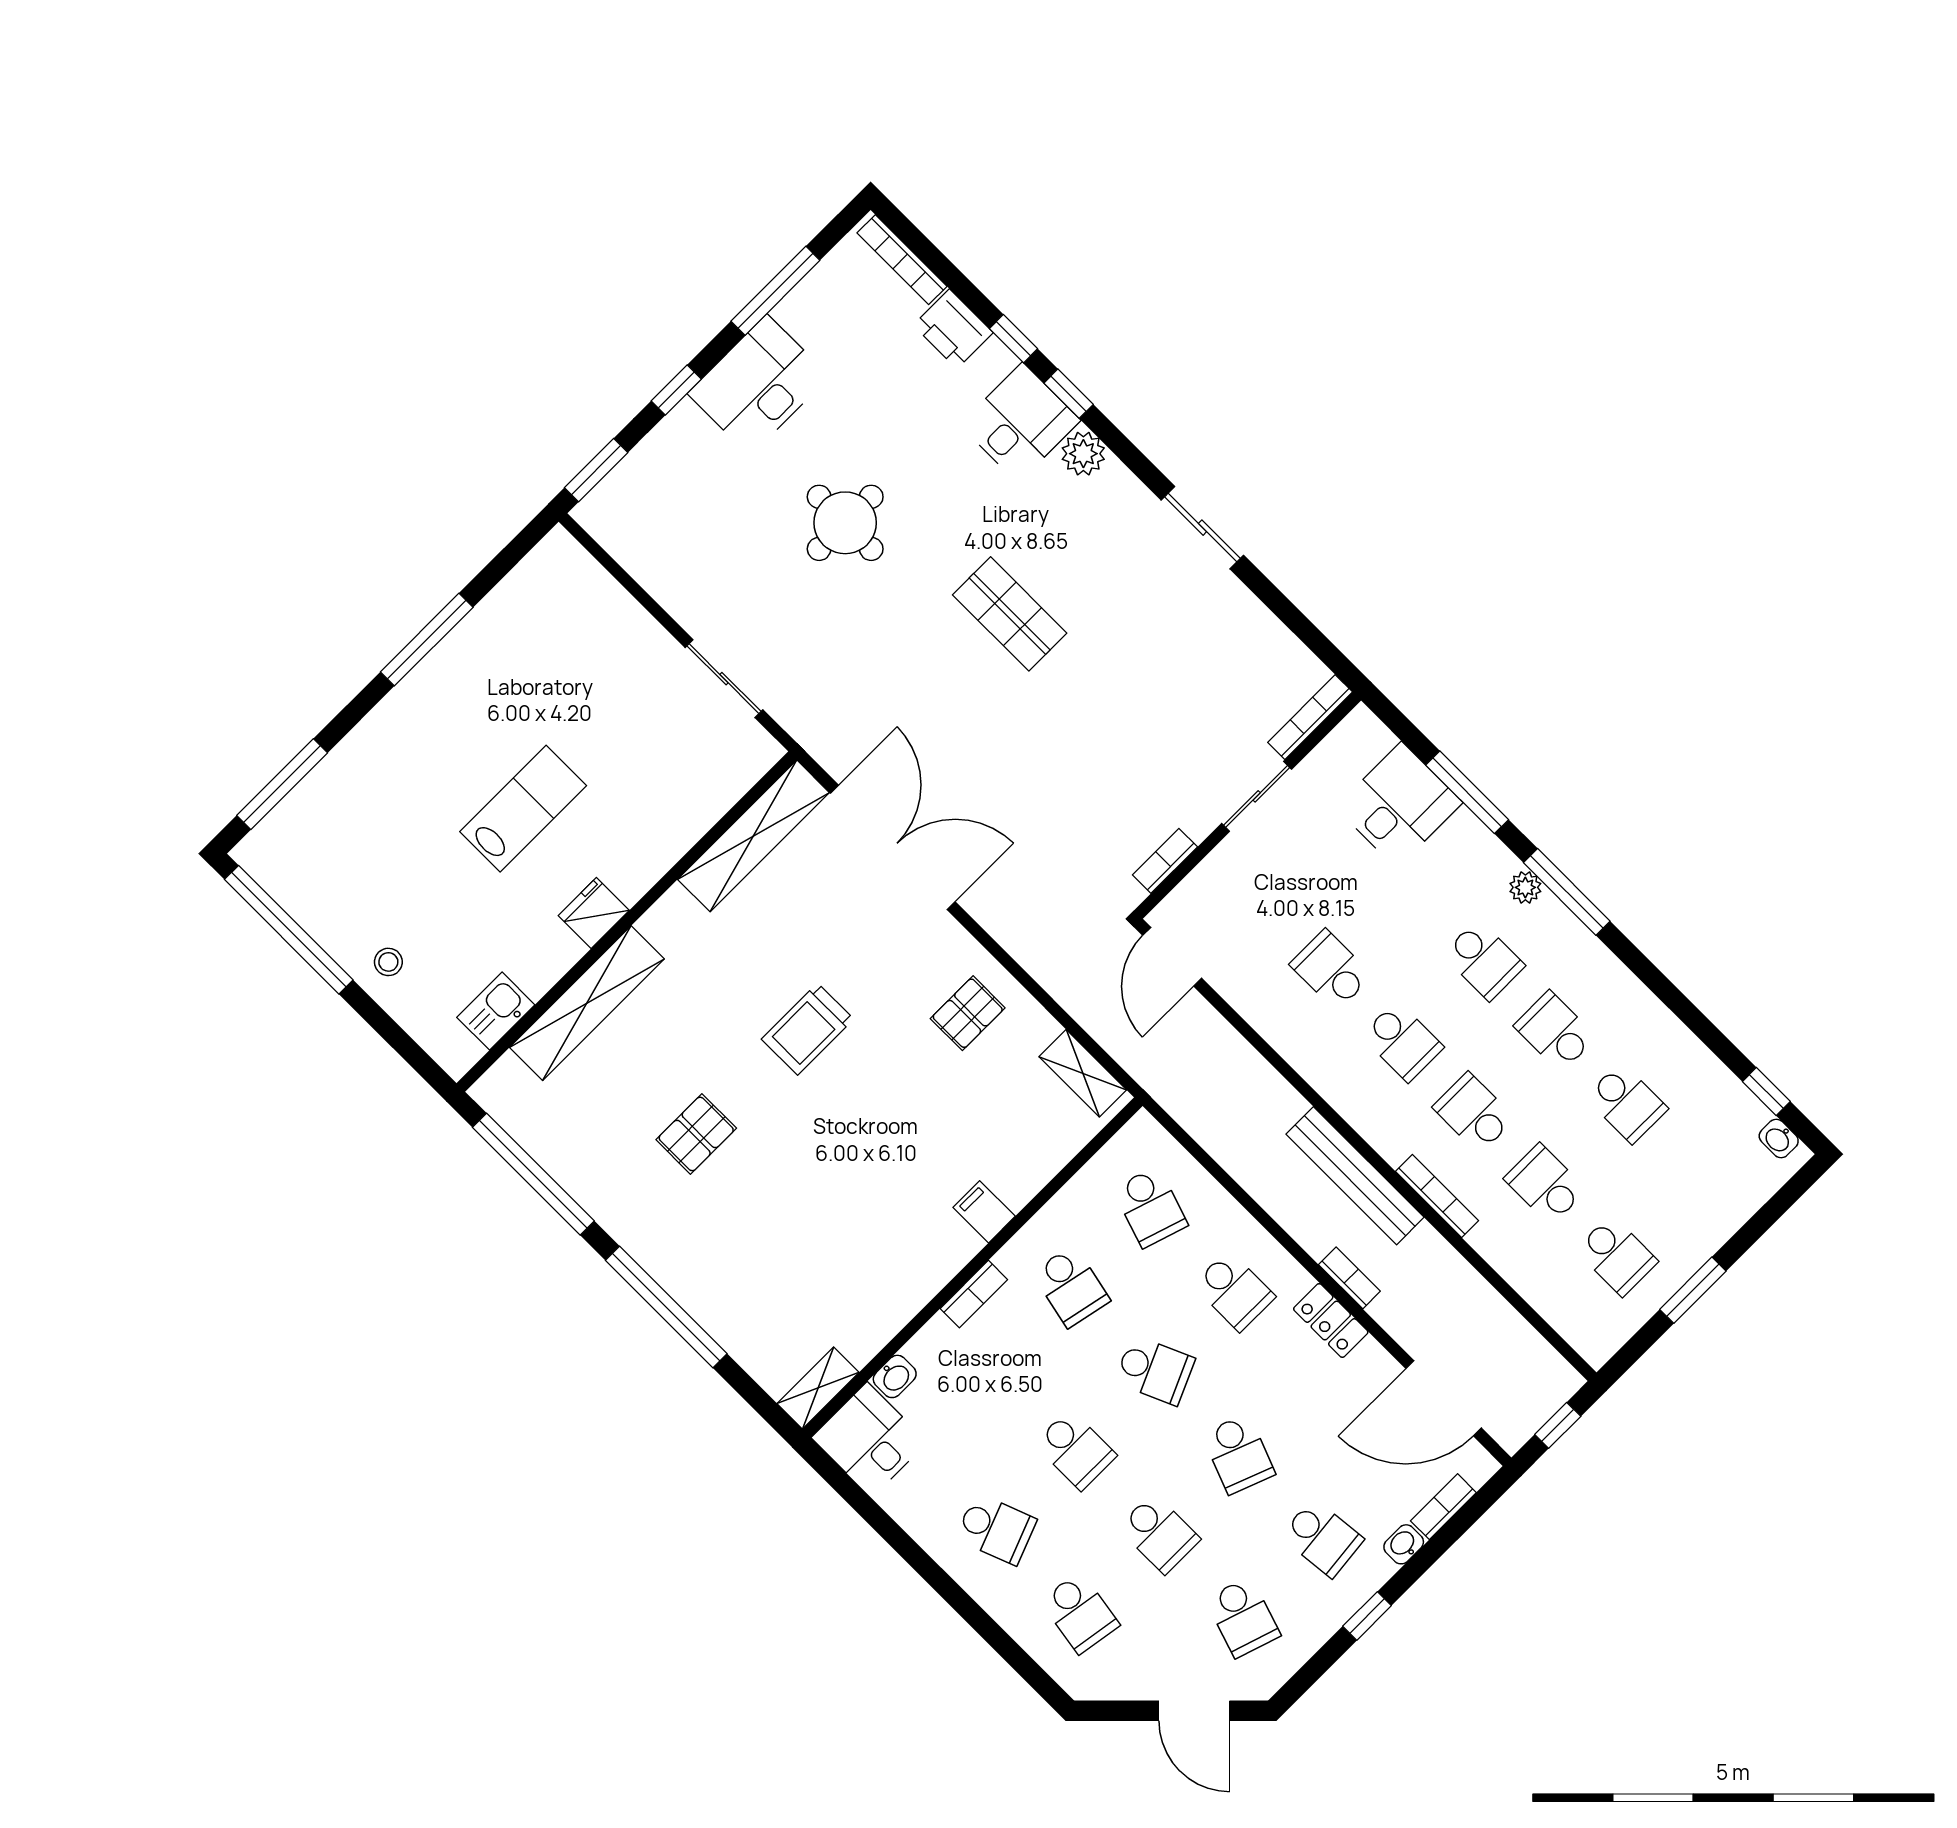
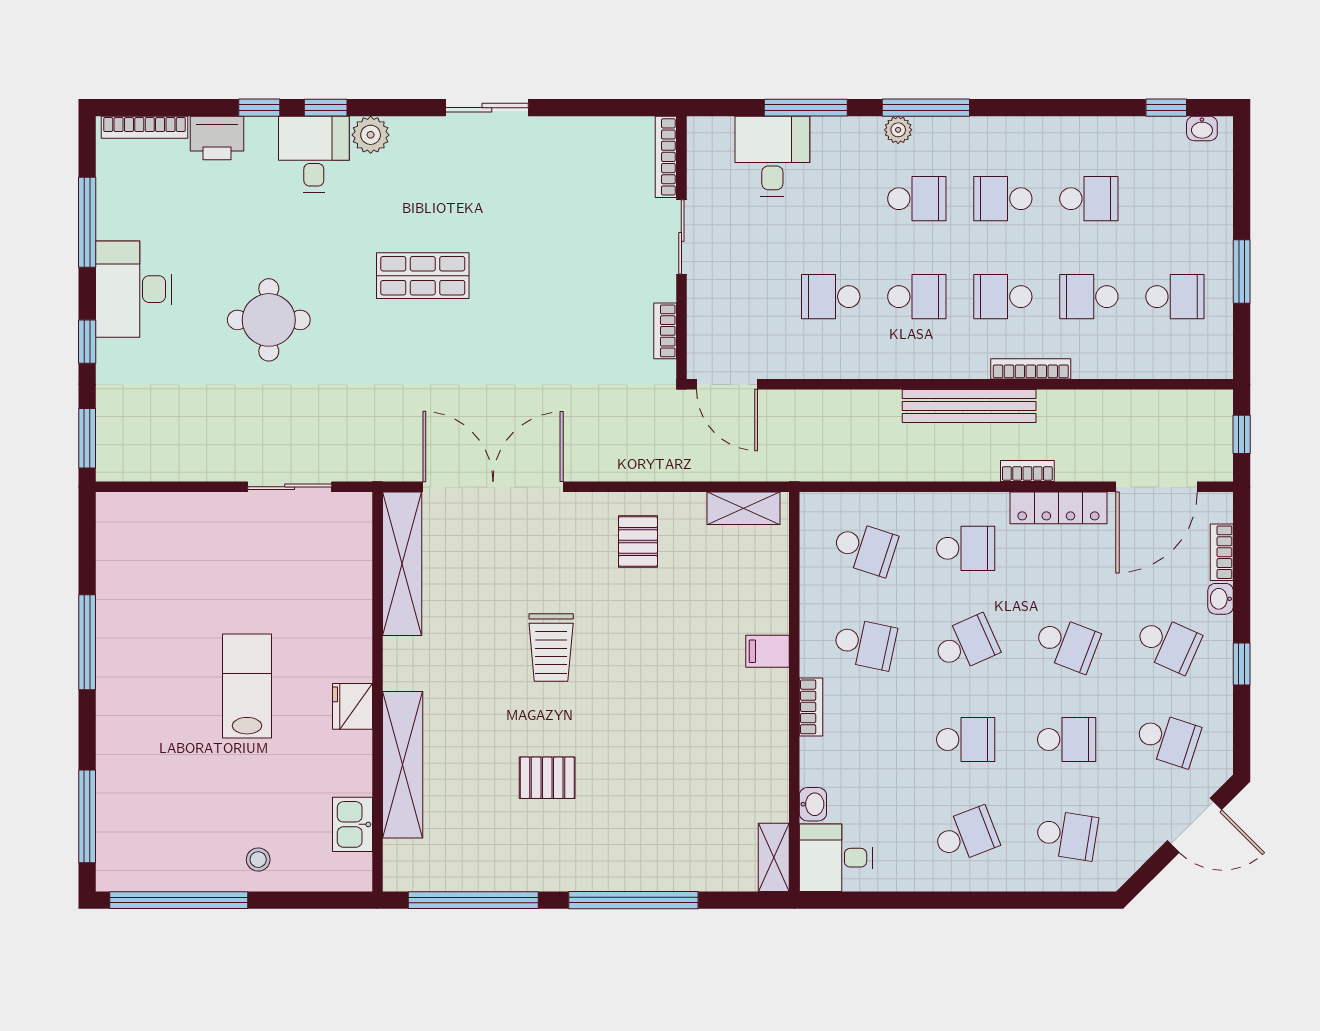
pallet: (696, 1134) -> (547, 778), turned 90
locker: (1331, 1320) -> (1058, 508), width x1.53
school desk: (1322, 1538) -> (1168, 644), turned 30

